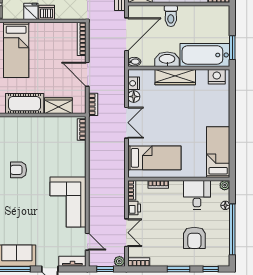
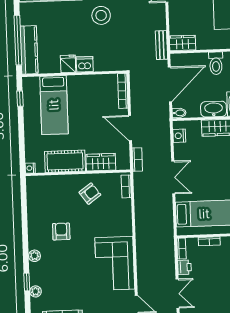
floor lamp: (134, 97) -> (180, 150), removed
armchair: (47, 135) -> (90, 194), added
armchair: (18, 170) -> (61, 231), turned 90

